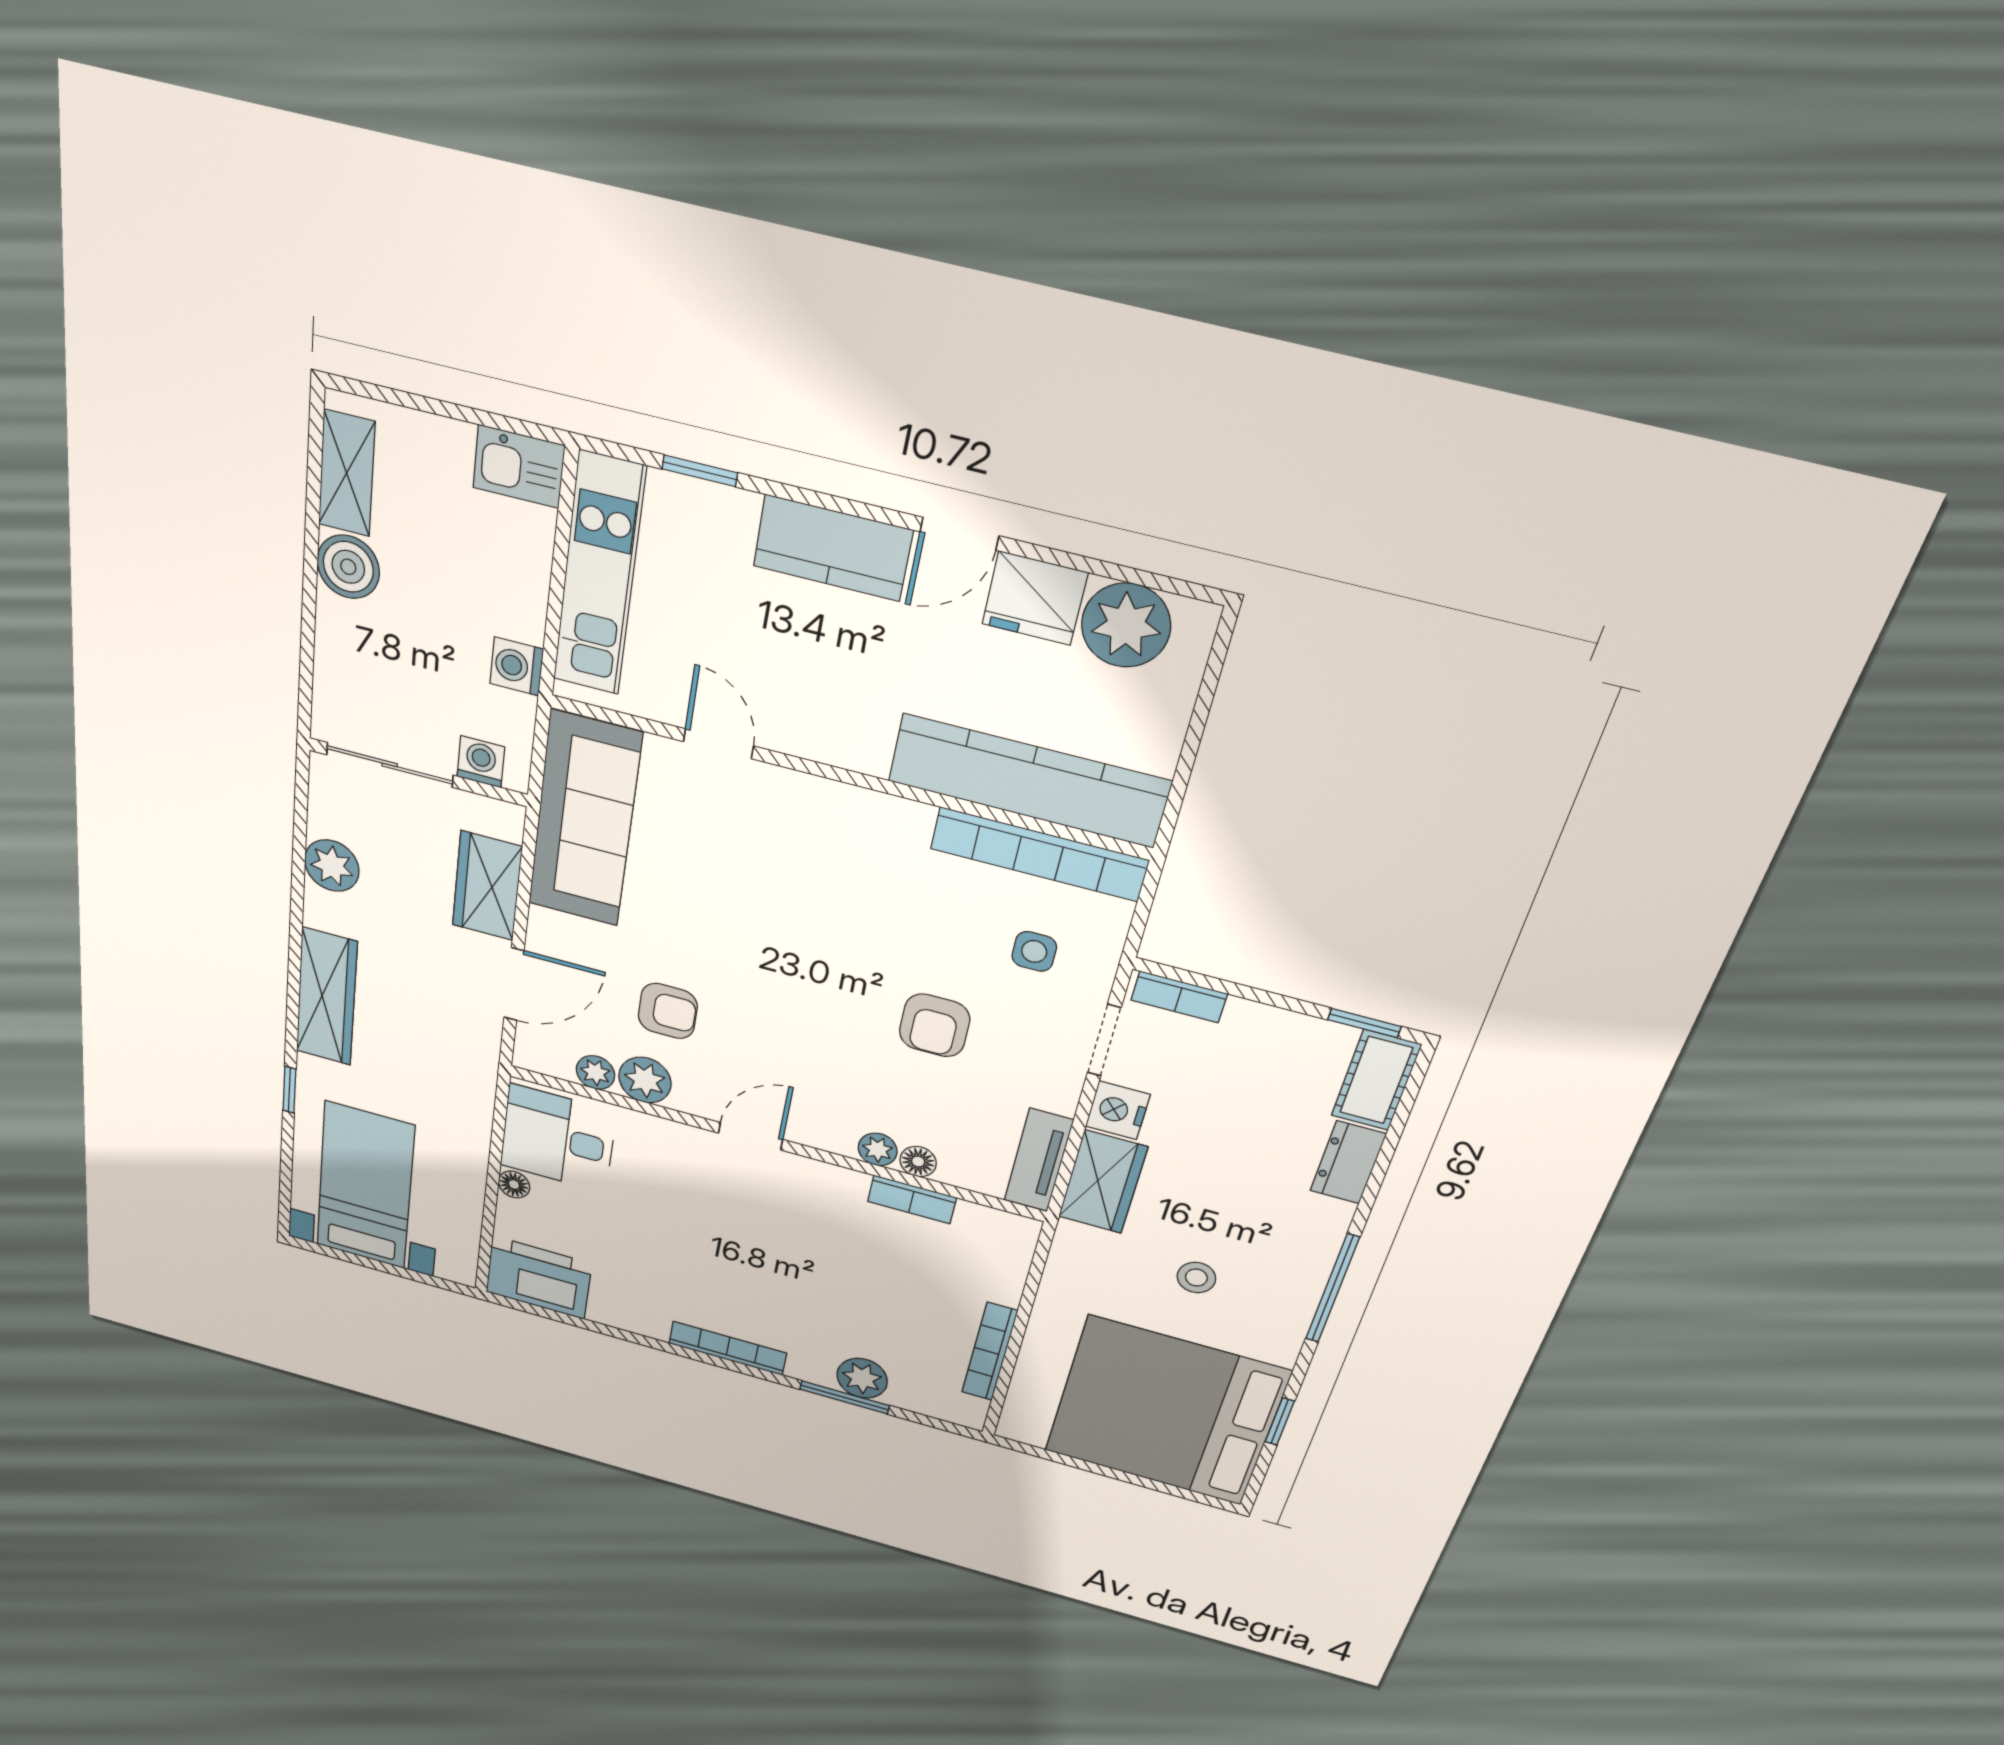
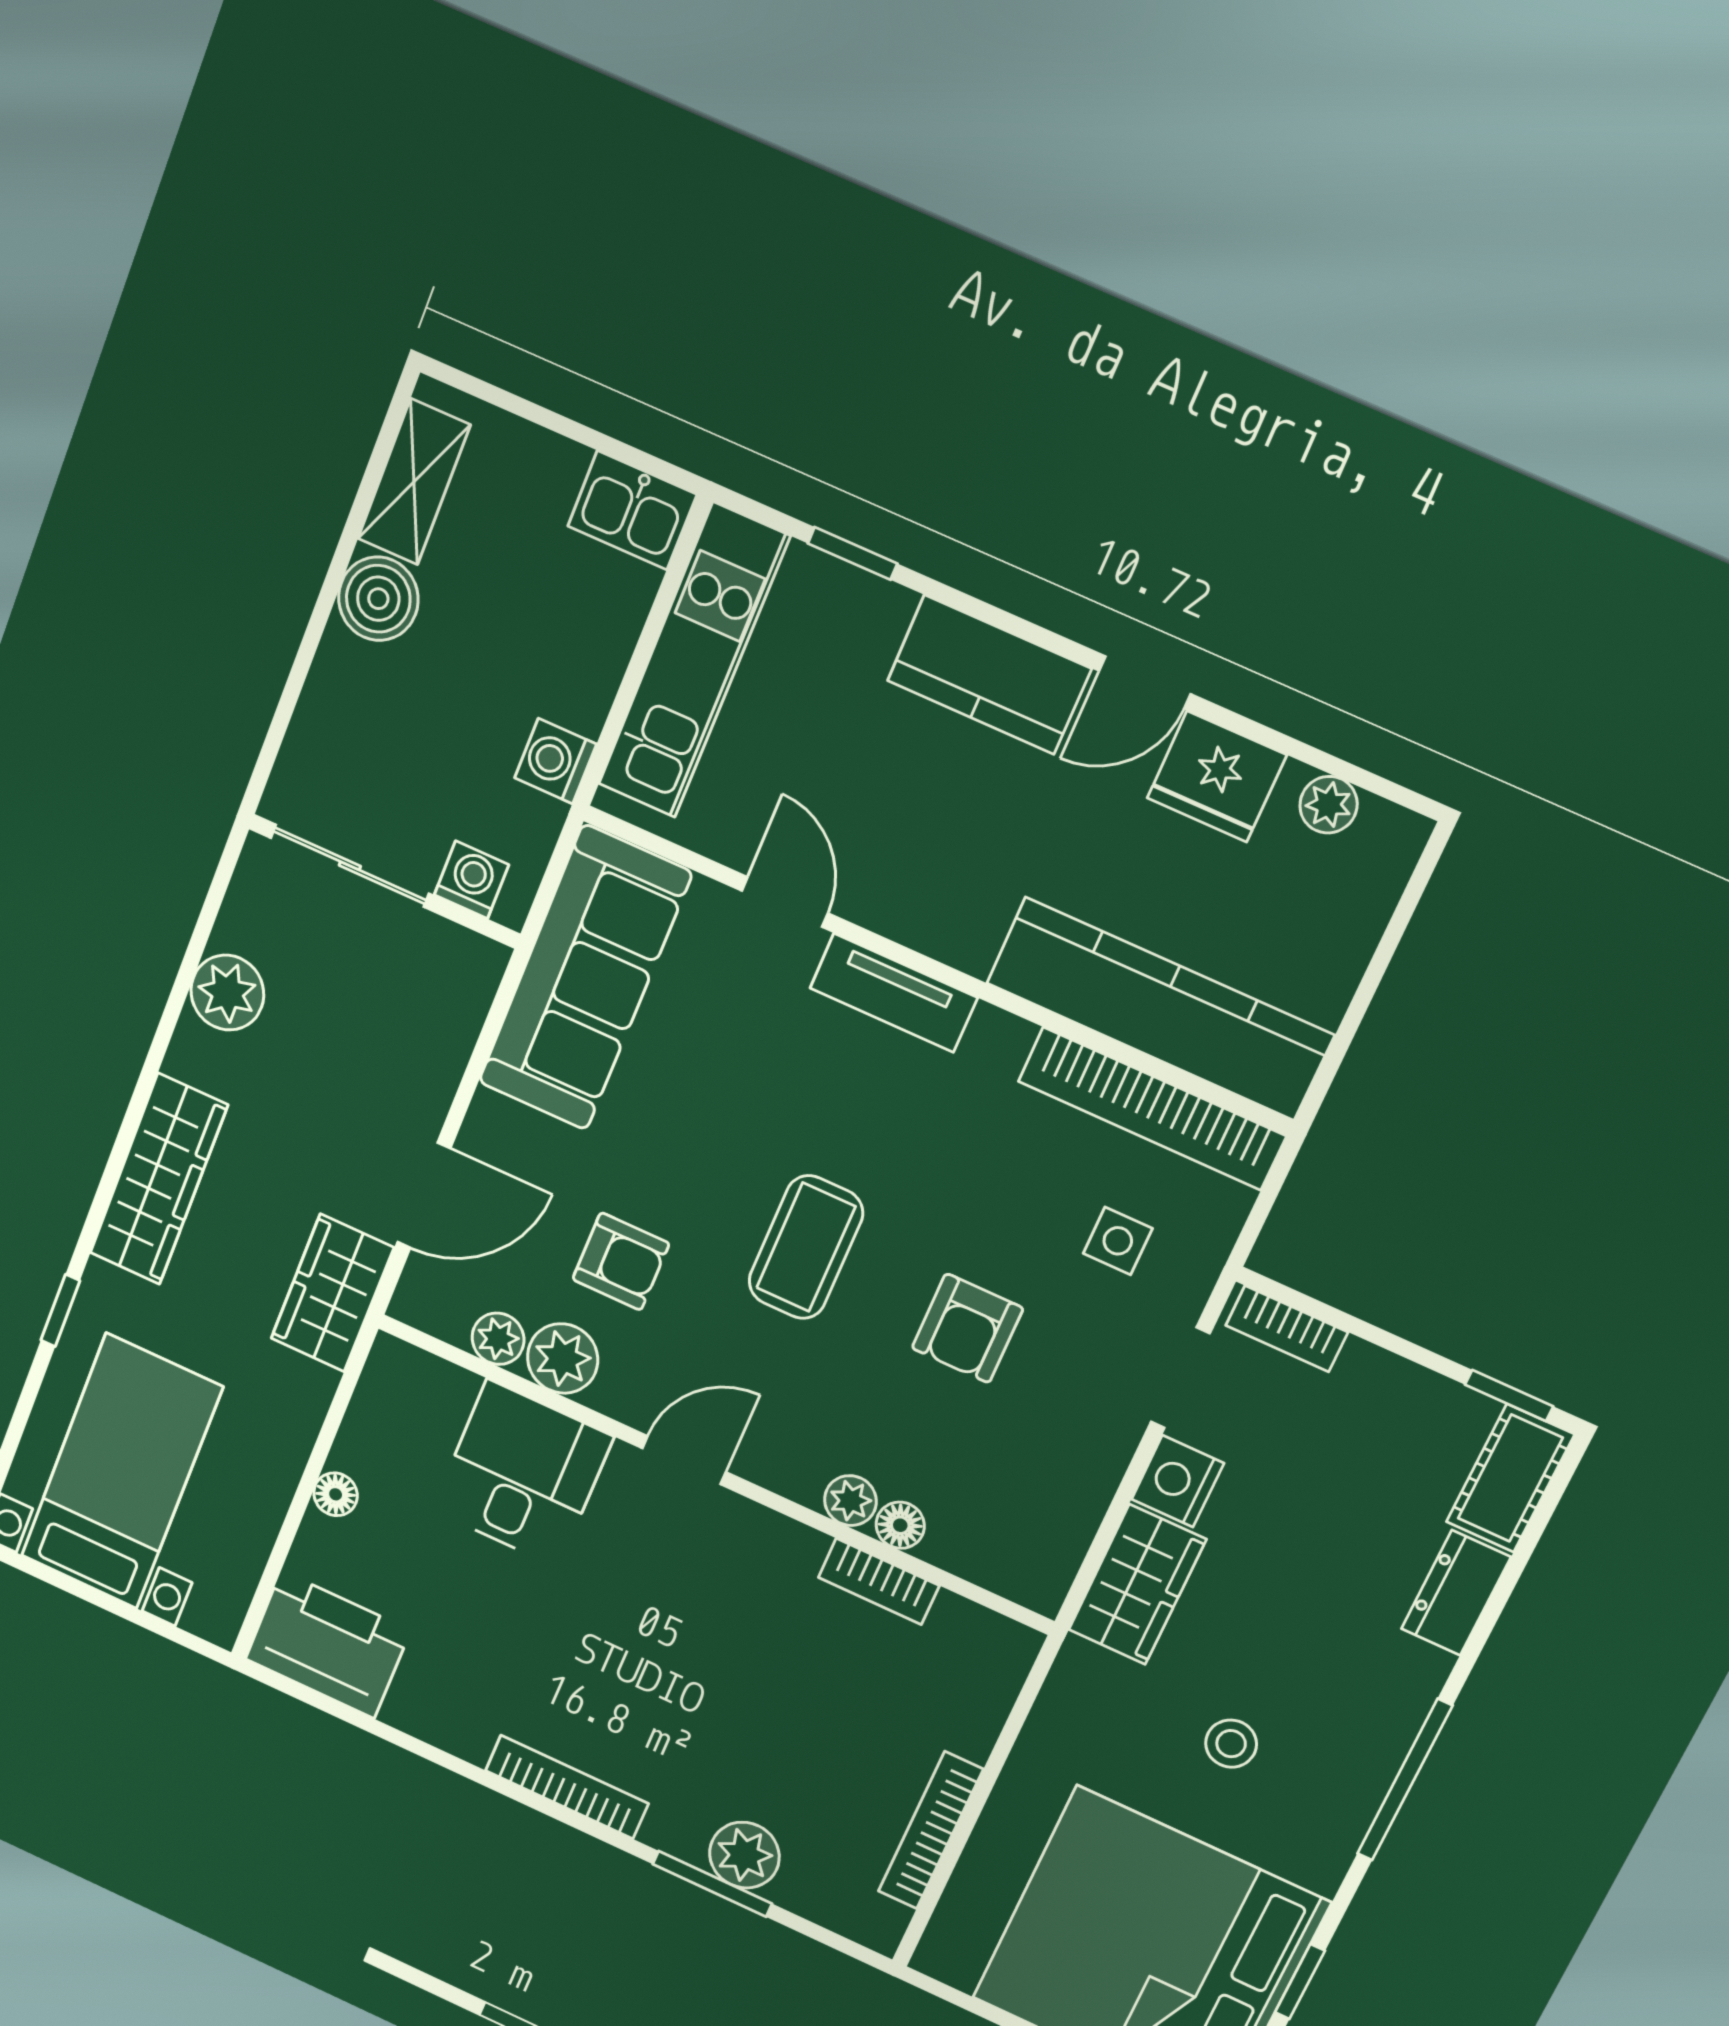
plant: (1126, 625) -> (1329, 805), width x0.53, depth x0.53
wardrobe: (487, 886) -> (332, 1293), moved
coffee table: (800, 985) -> (806, 1247), added
desk: (558, 1139) -> (523, 1474), moved, turned 90
tv unit: (1039, 1160) -> (894, 993), moved, turned -90

